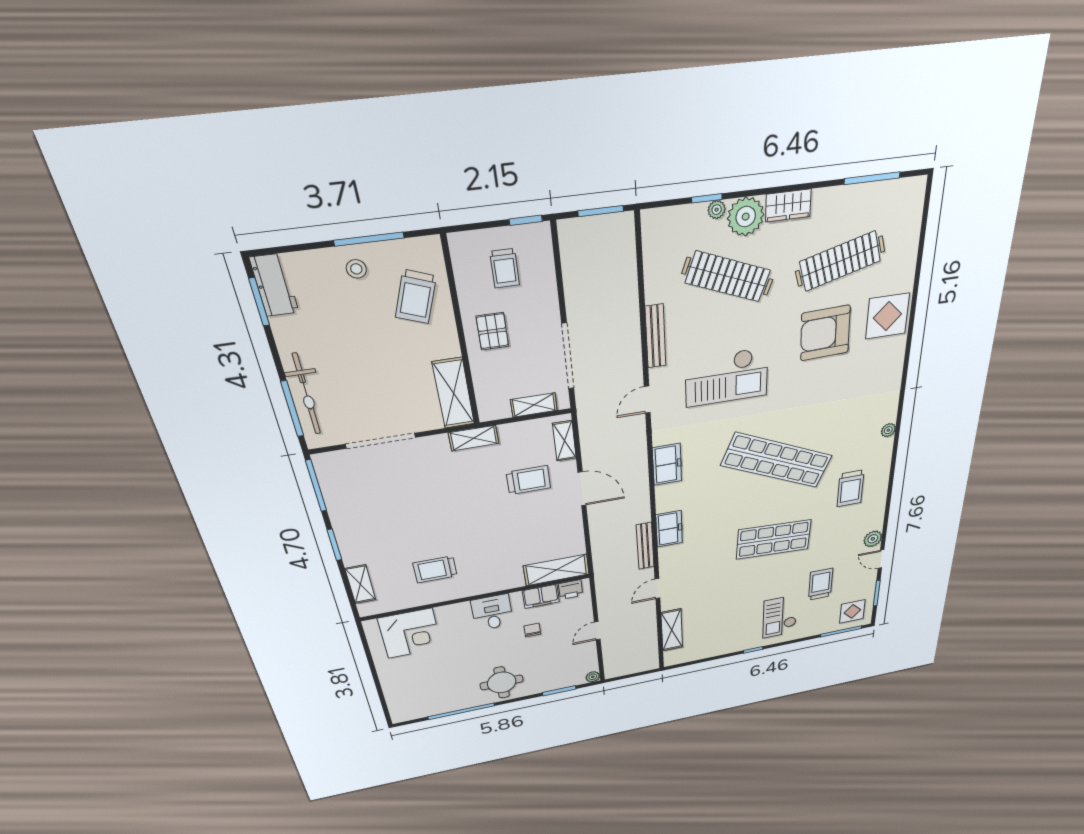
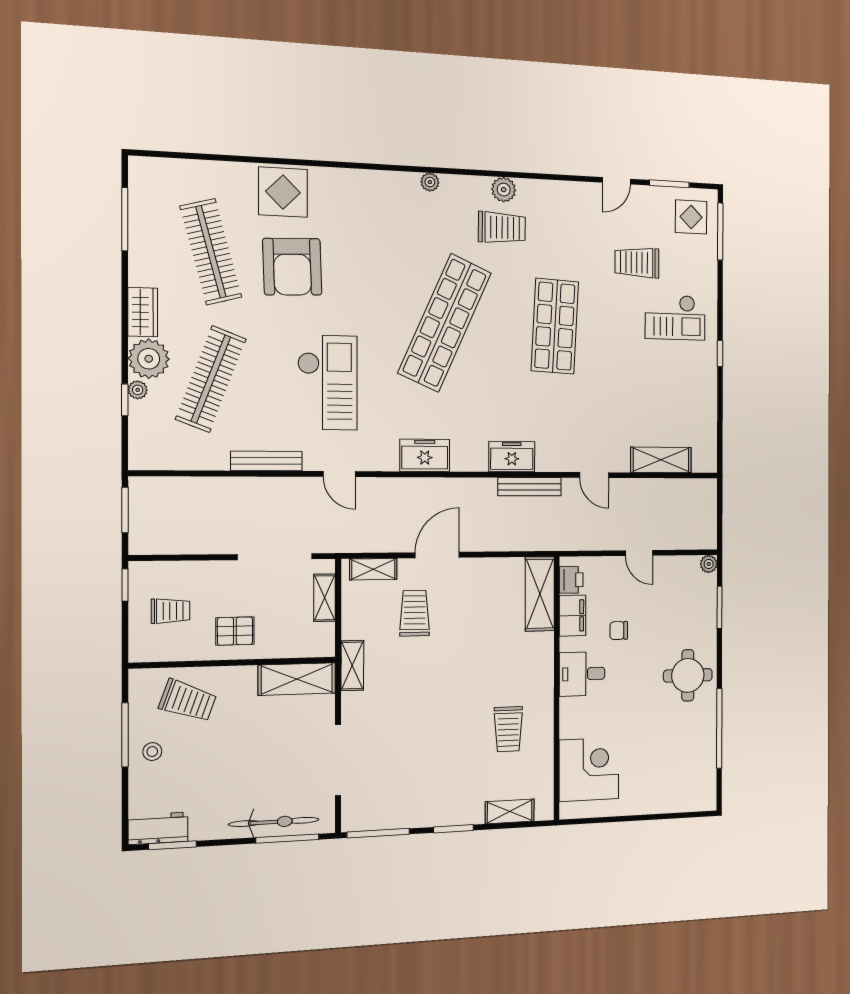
plant: (873, 539) -> (504, 190), moved

